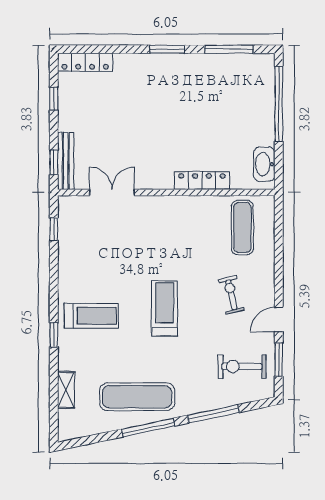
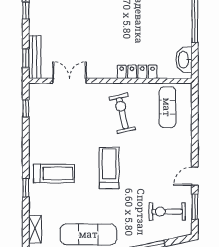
exercise bike: (231, 295) -> (122, 113), moved, width x1.38, depth x1.39

